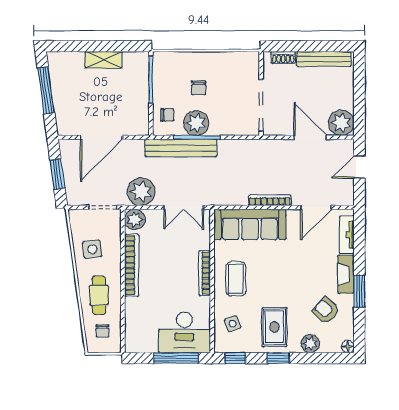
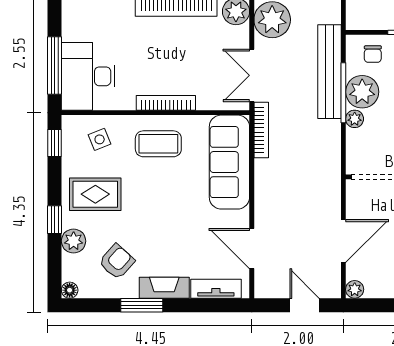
plant: (341, 123) -> (355, 289), width x0.53, depth x0.53
plant: (217, 129) -> (355, 119), added
bookcase: (270, 200) -> (261, 130), moved
window: (278, 358) -> (55, 220), moved

